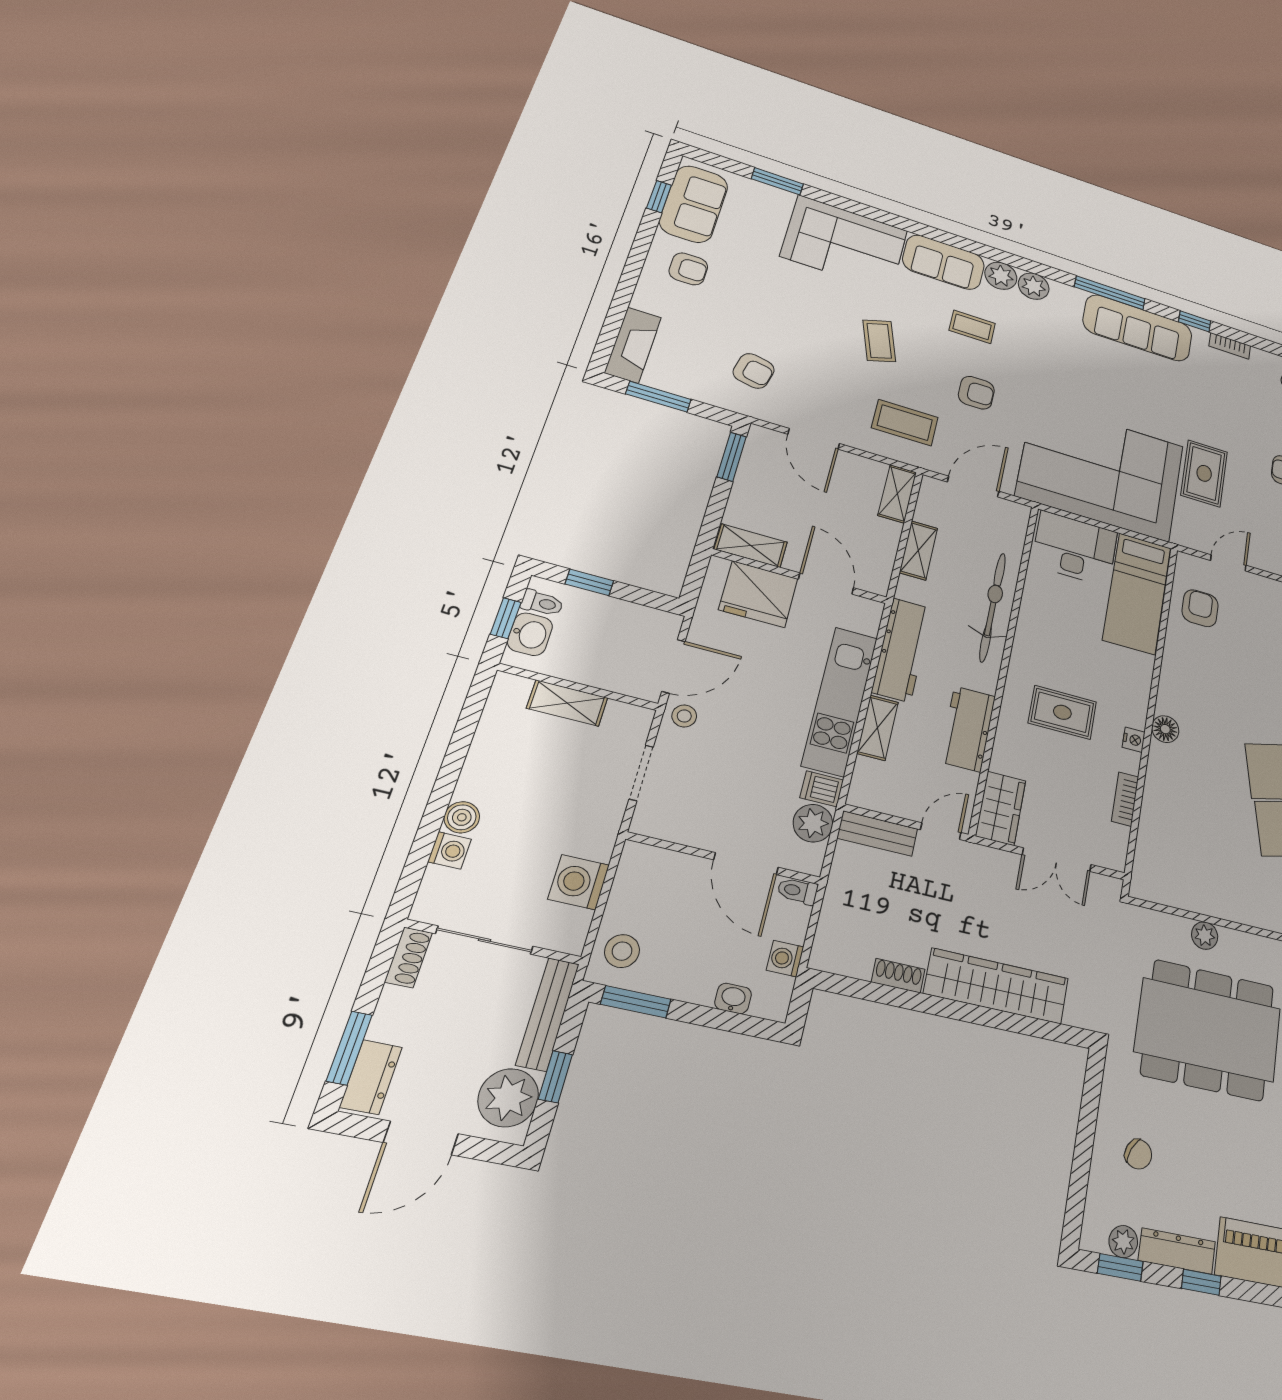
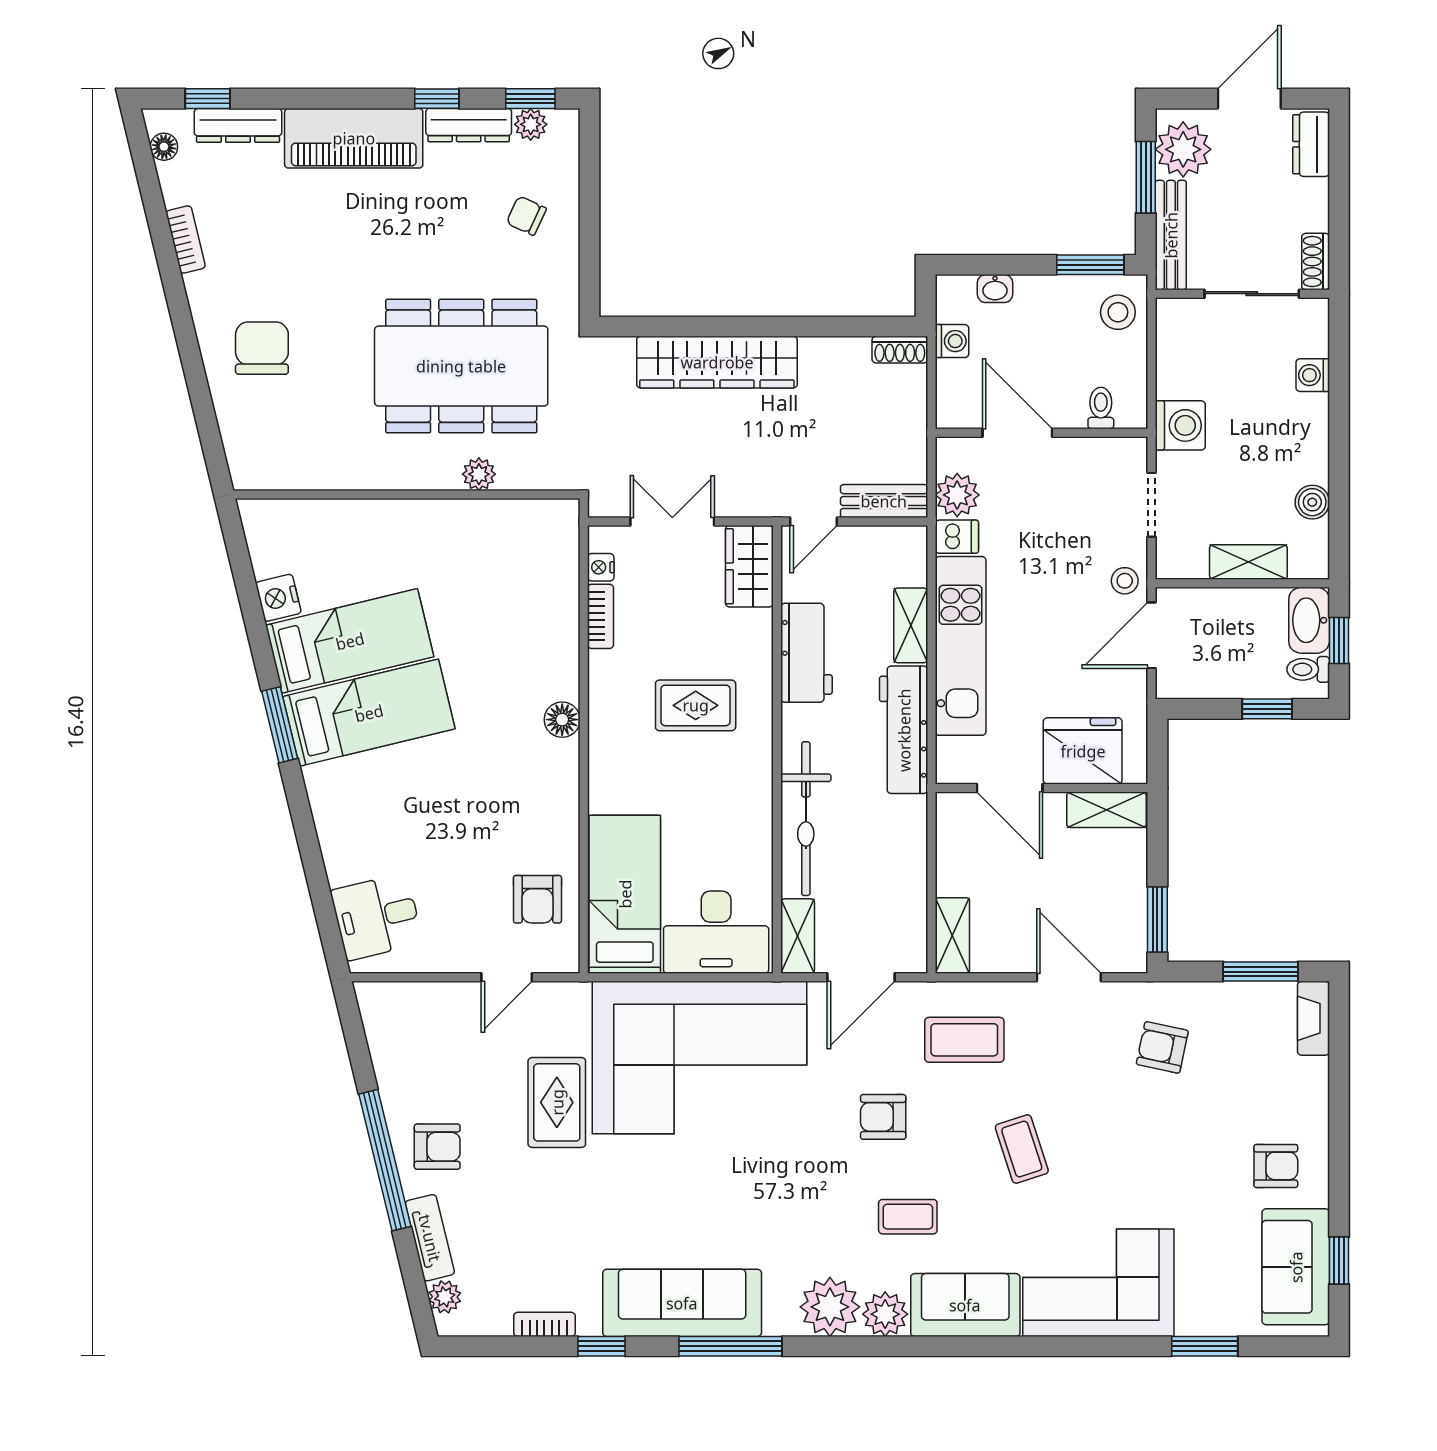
armchair: (688, 269) -> (1276, 1166), turned 180
plant: (1034, 286) -> (830, 1307), width x1.36, depth x1.36
fireplace: (633, 345) -> (1313, 1018), width x0.73, depth x0.76
shelving: (918, 550) -> (798, 936), moved
washbasin: (530, 634) -> (1309, 620), width x1.38
nightstand: (1134, 740) -> (601, 567), moved
boiler: (462, 817) -> (1312, 502), moved
washing machine: (579, 882) -> (1180, 425), moved
toilet: (797, 891) -> (1101, 408), moved, turned -90
shoe rack: (898, 976) -> (900, 350), moved
window: (349, 1048) -> (1339, 167), removed
window: (555, 1077) -> (1146, 177), width x1.50

